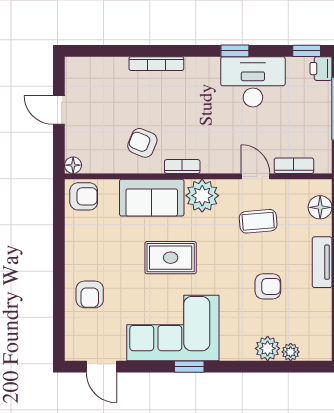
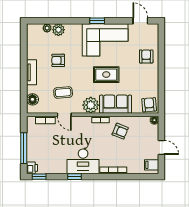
filing cabinet: (79, 75) -> (152, 165), added
desk: (253, 82) -> (83, 161), moved
armchair: (84, 196) -> (149, 105), turned 85

